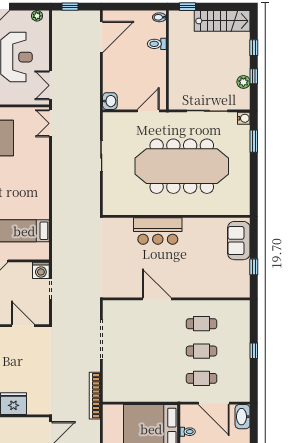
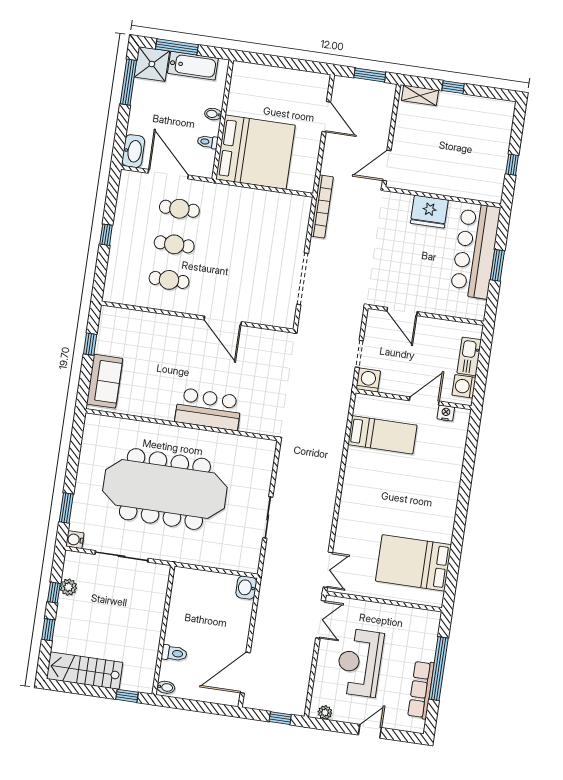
door: (148, 111) -> (198, 567), removed

